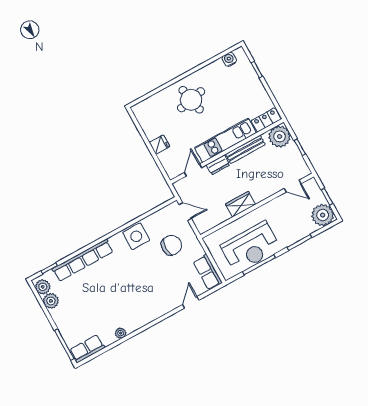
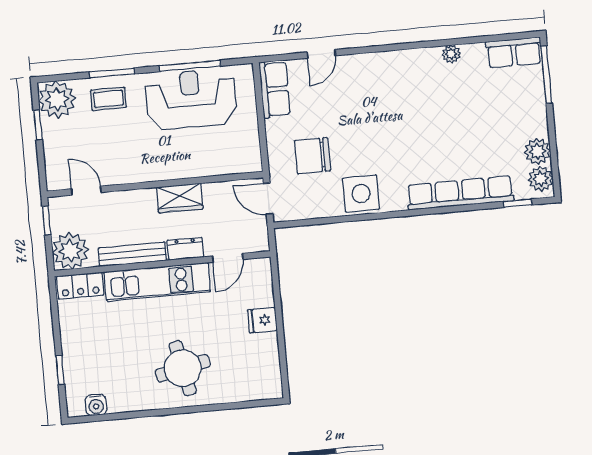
door: (293, 186) -> (86, 191), moved
wardrobe: (240, 204) -> (180, 198), moved
wall: (257, 206) -> (155, 184), moved
coffee table: (295, 228) -> (108, 99), added

